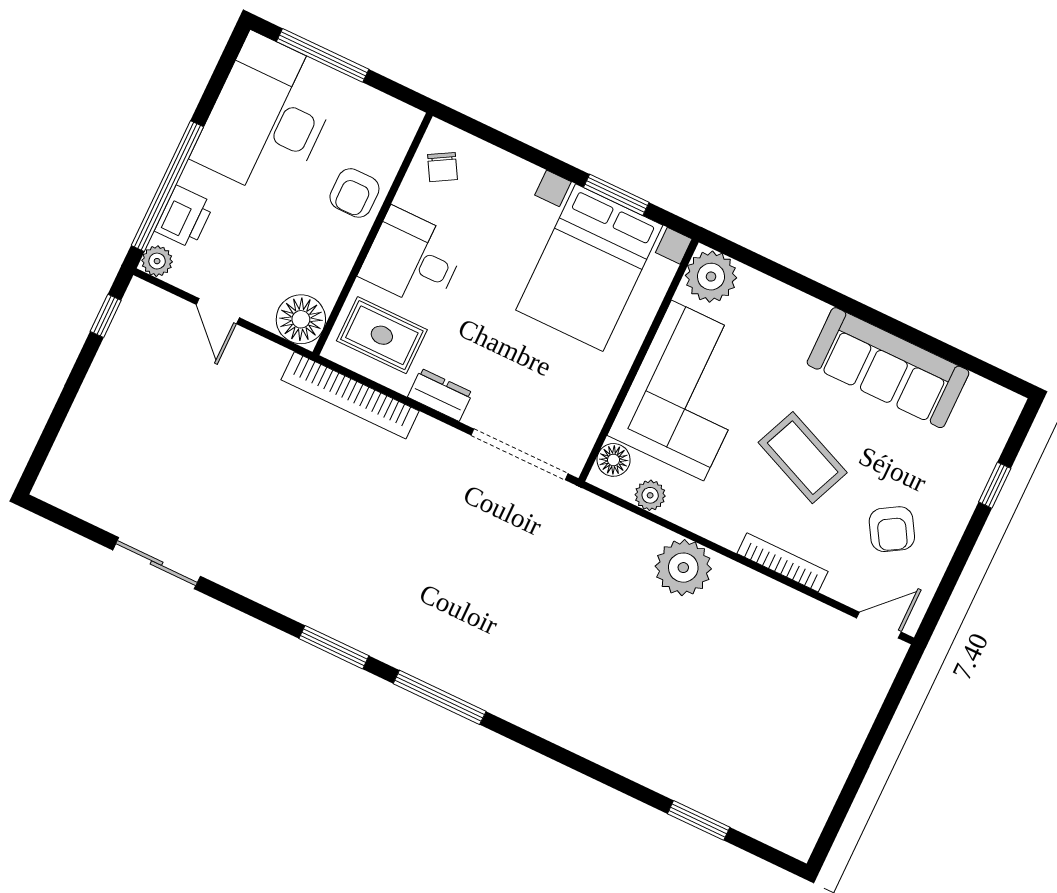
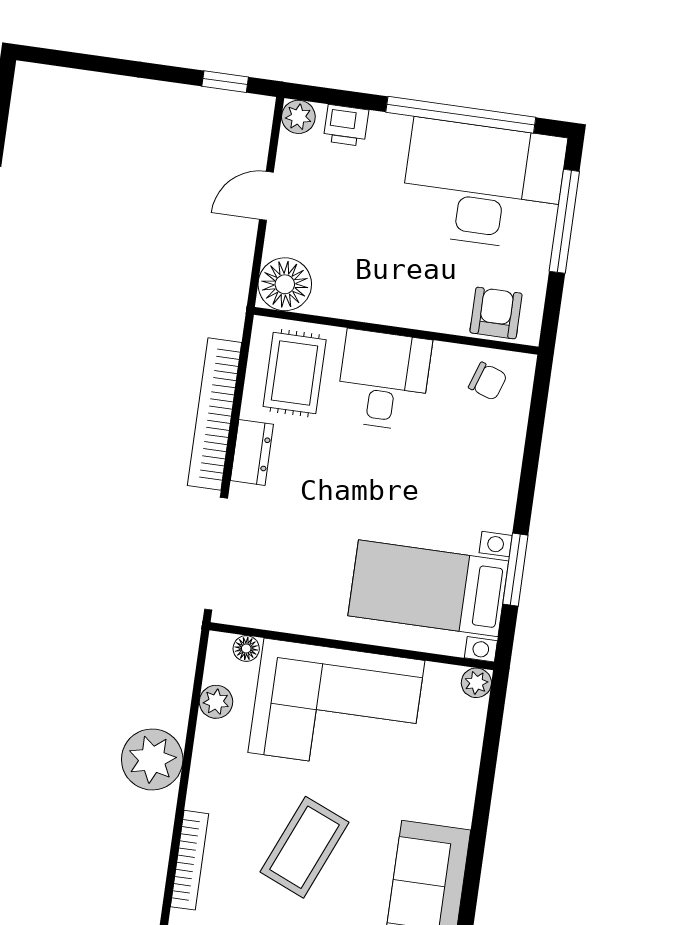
chair: (443, 167) -> (488, 381), turned -131
window: (167, 186) -> (461, 115), moved
armchair: (354, 193) -> (496, 313), moved, turned 90
printer: (184, 217) -> (346, 125), width x0.73, depth x0.81
bed with nightstands: (589, 268) -> (428, 588), width x0.73
plant: (711, 277) -> (476, 683), width x0.53, depth x0.53
bookcase: (350, 395) -> (215, 414), moved
floor lamp: (614, 460) -> (246, 648), width x0.73, depth x0.73

